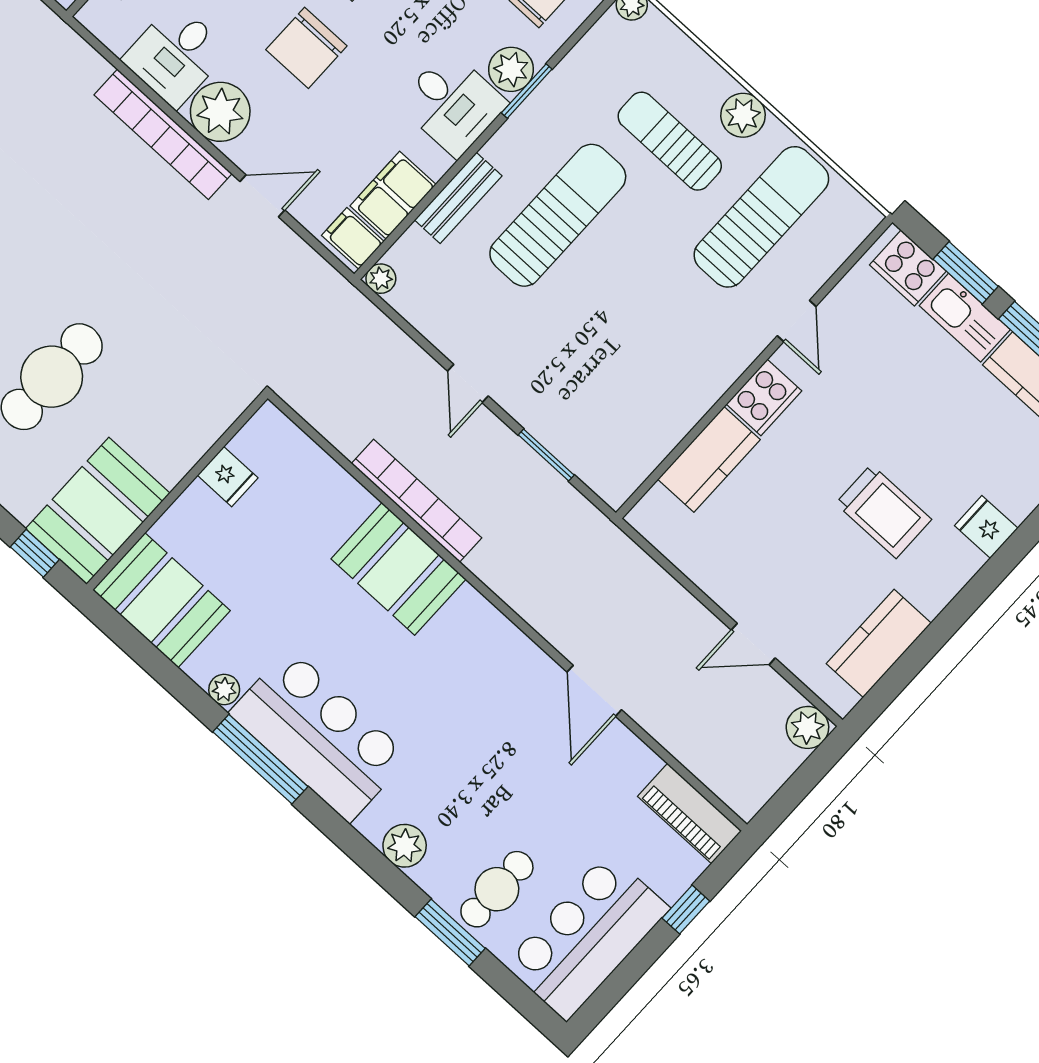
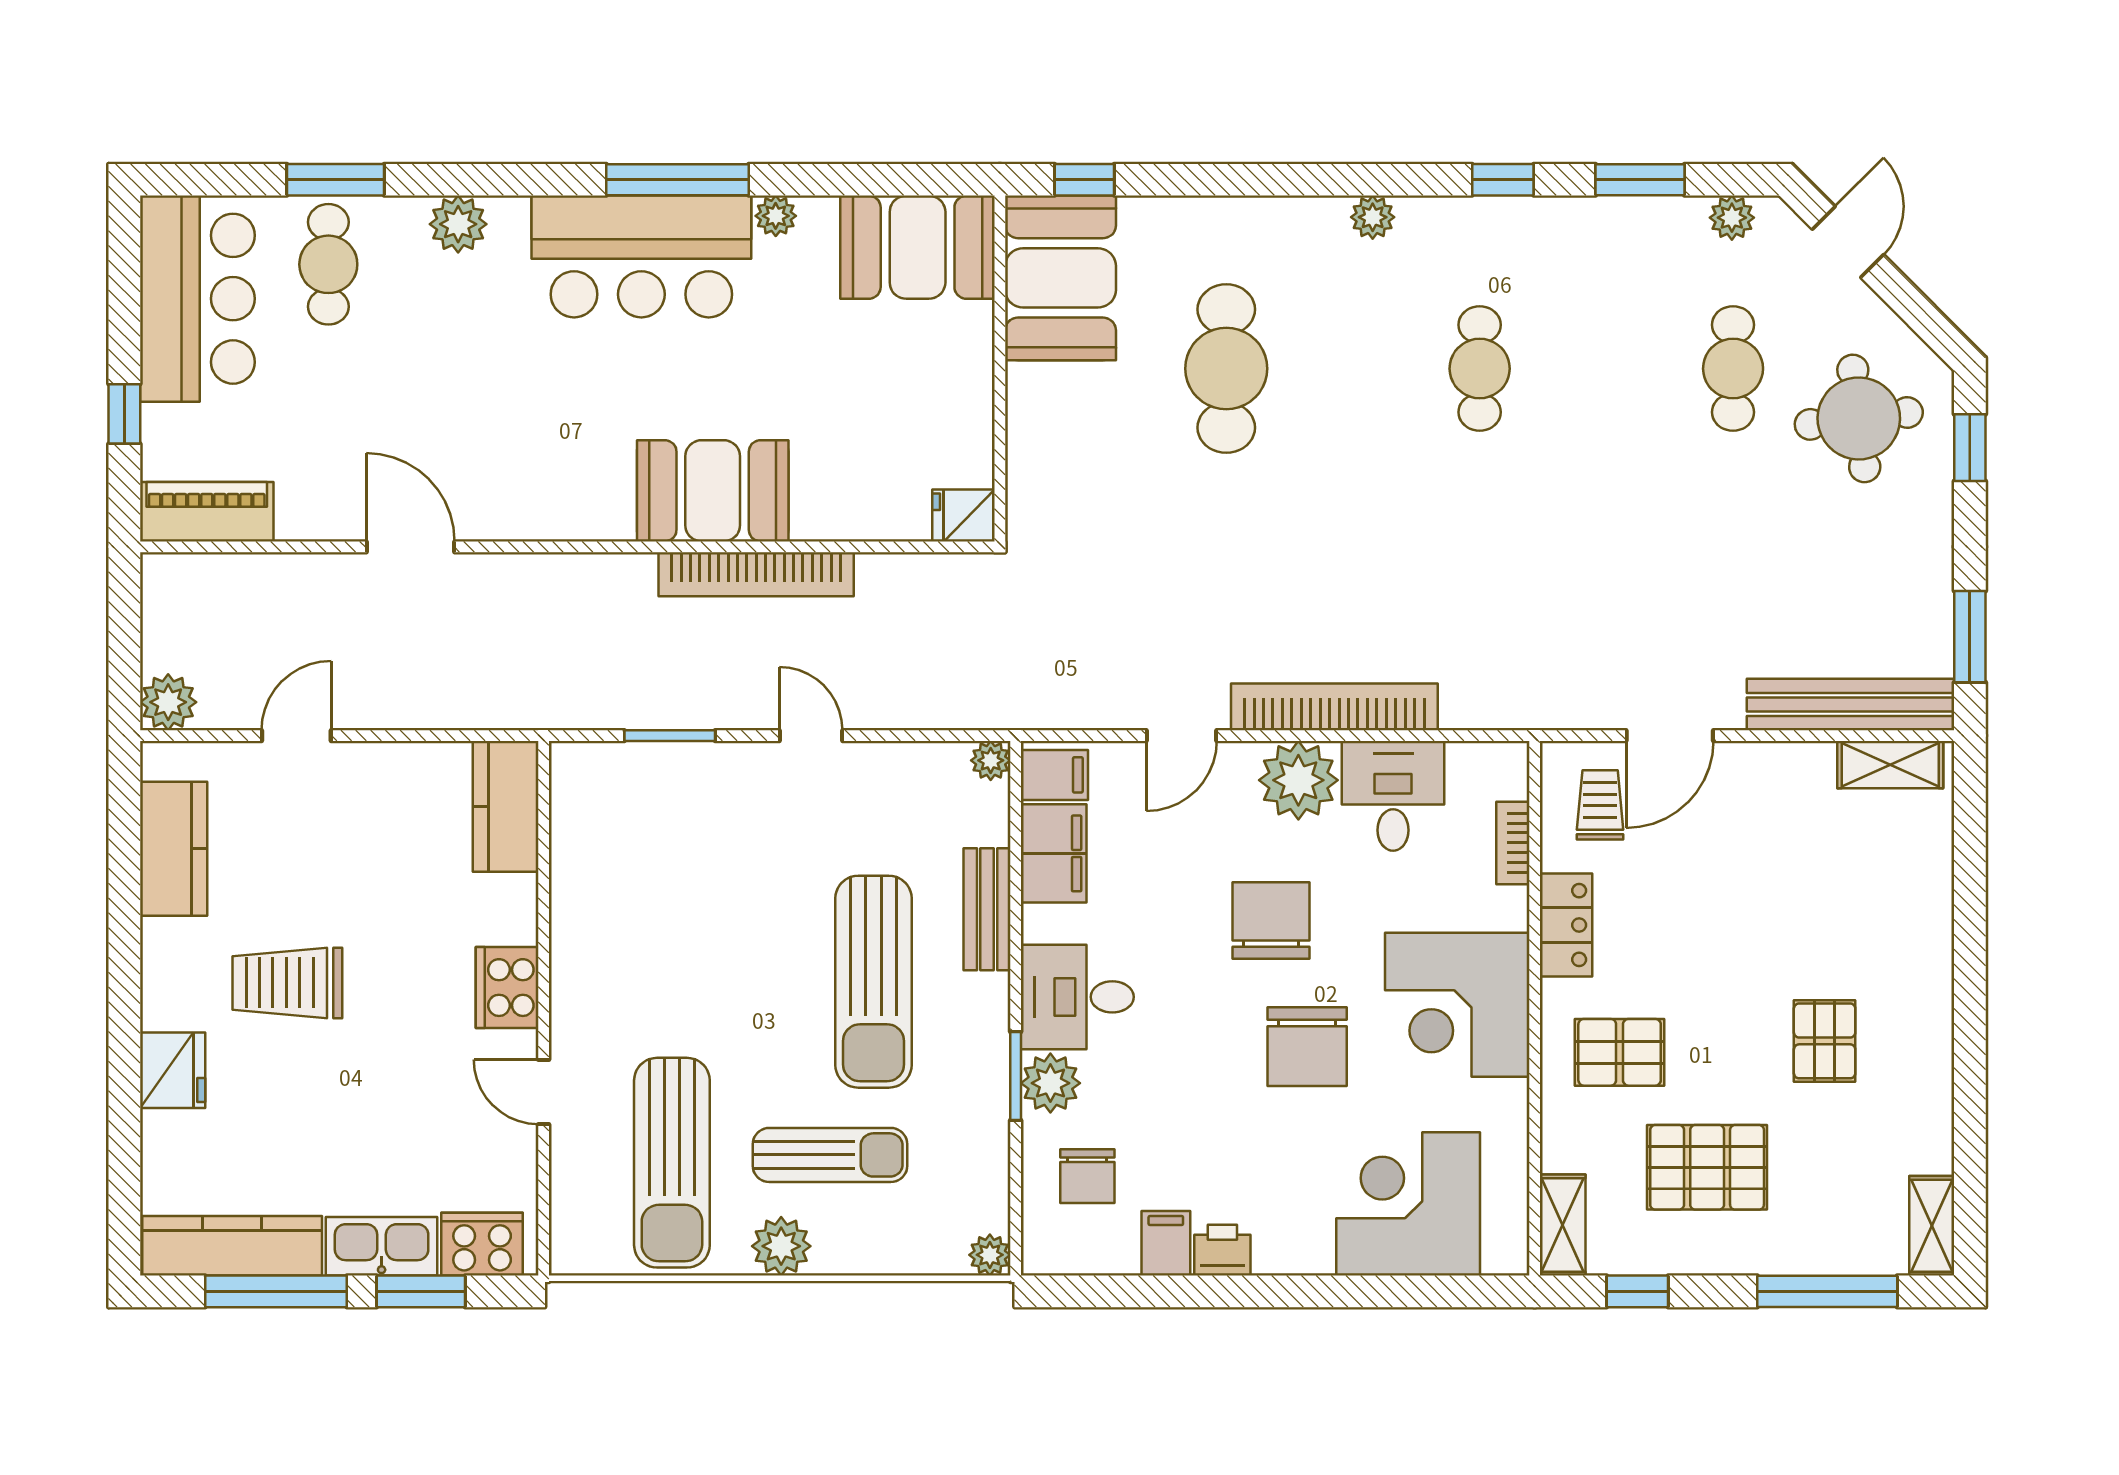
kitchen counter: (709, 459) -> (506, 806), moved
fridge: (228, 477) -> (963, 515), moved
fridge: (986, 527) -> (173, 1070), width x1.38

